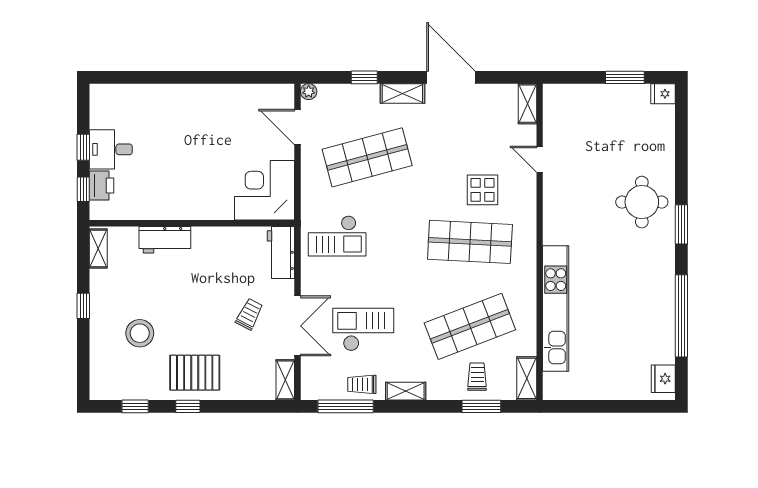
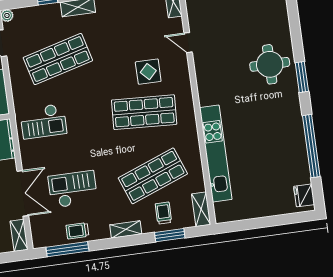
shelving: (406, 391) -> (126, 229), moved

